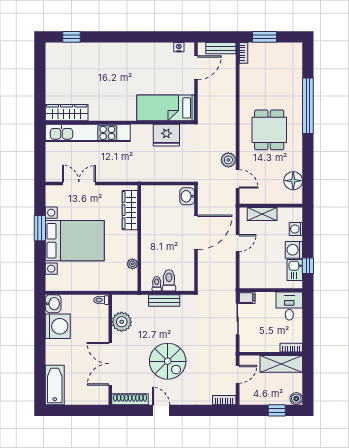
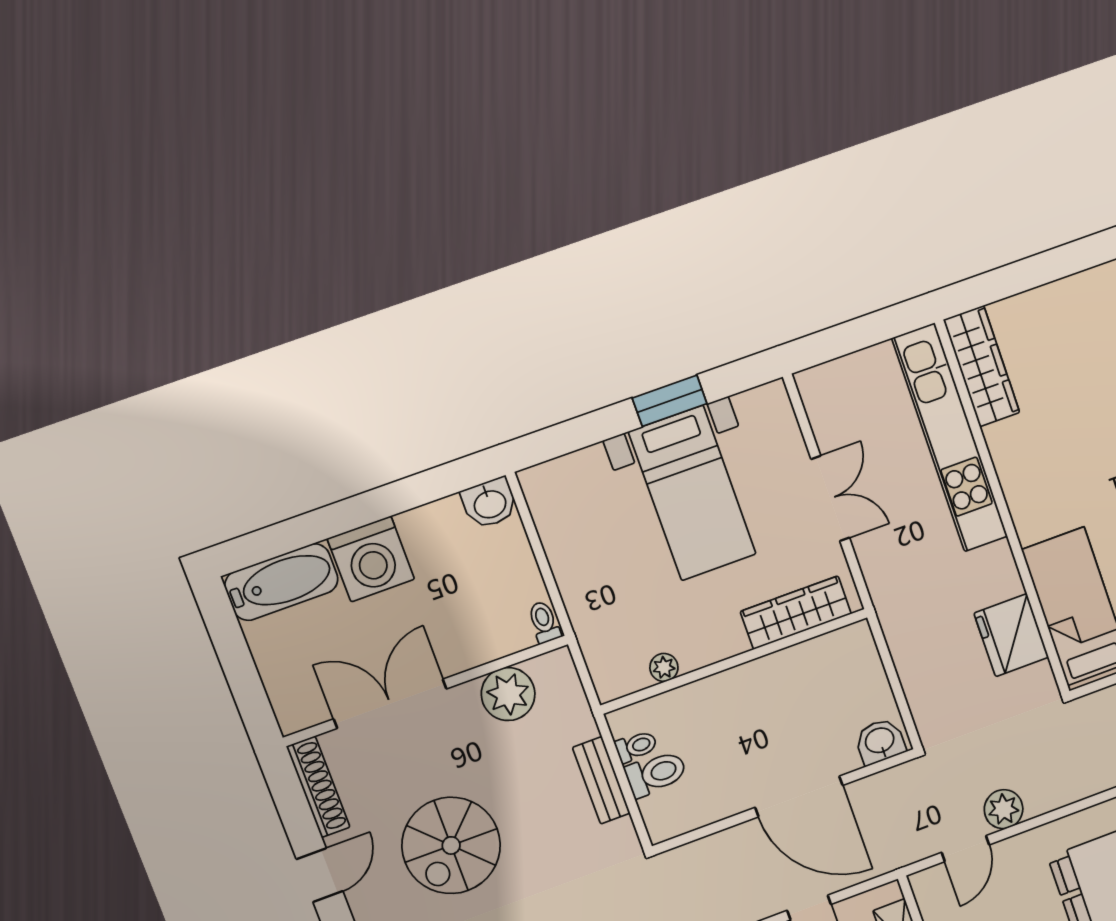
double door: (79, 183) -> (830, 498), moved
bed with nightstands: (75, 241) -> (692, 493), width x0.73
washing machine: (58, 326) -> (371, 559), moved

